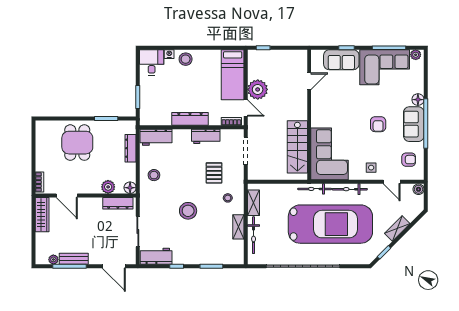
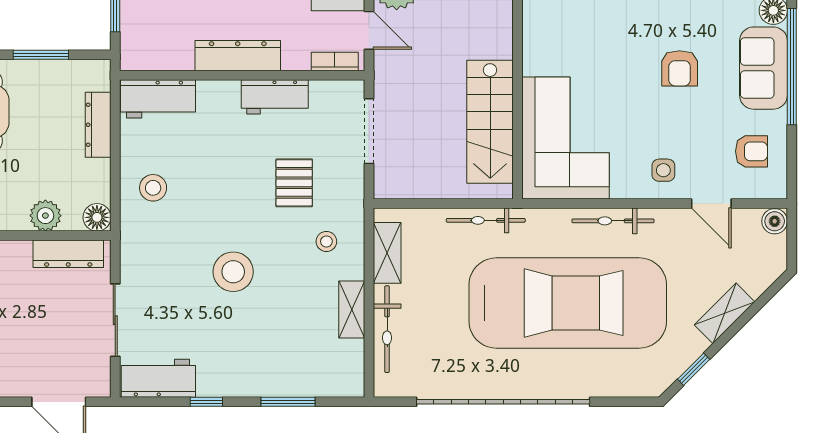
bicycle: (315, 189) -> (486, 220), moved

